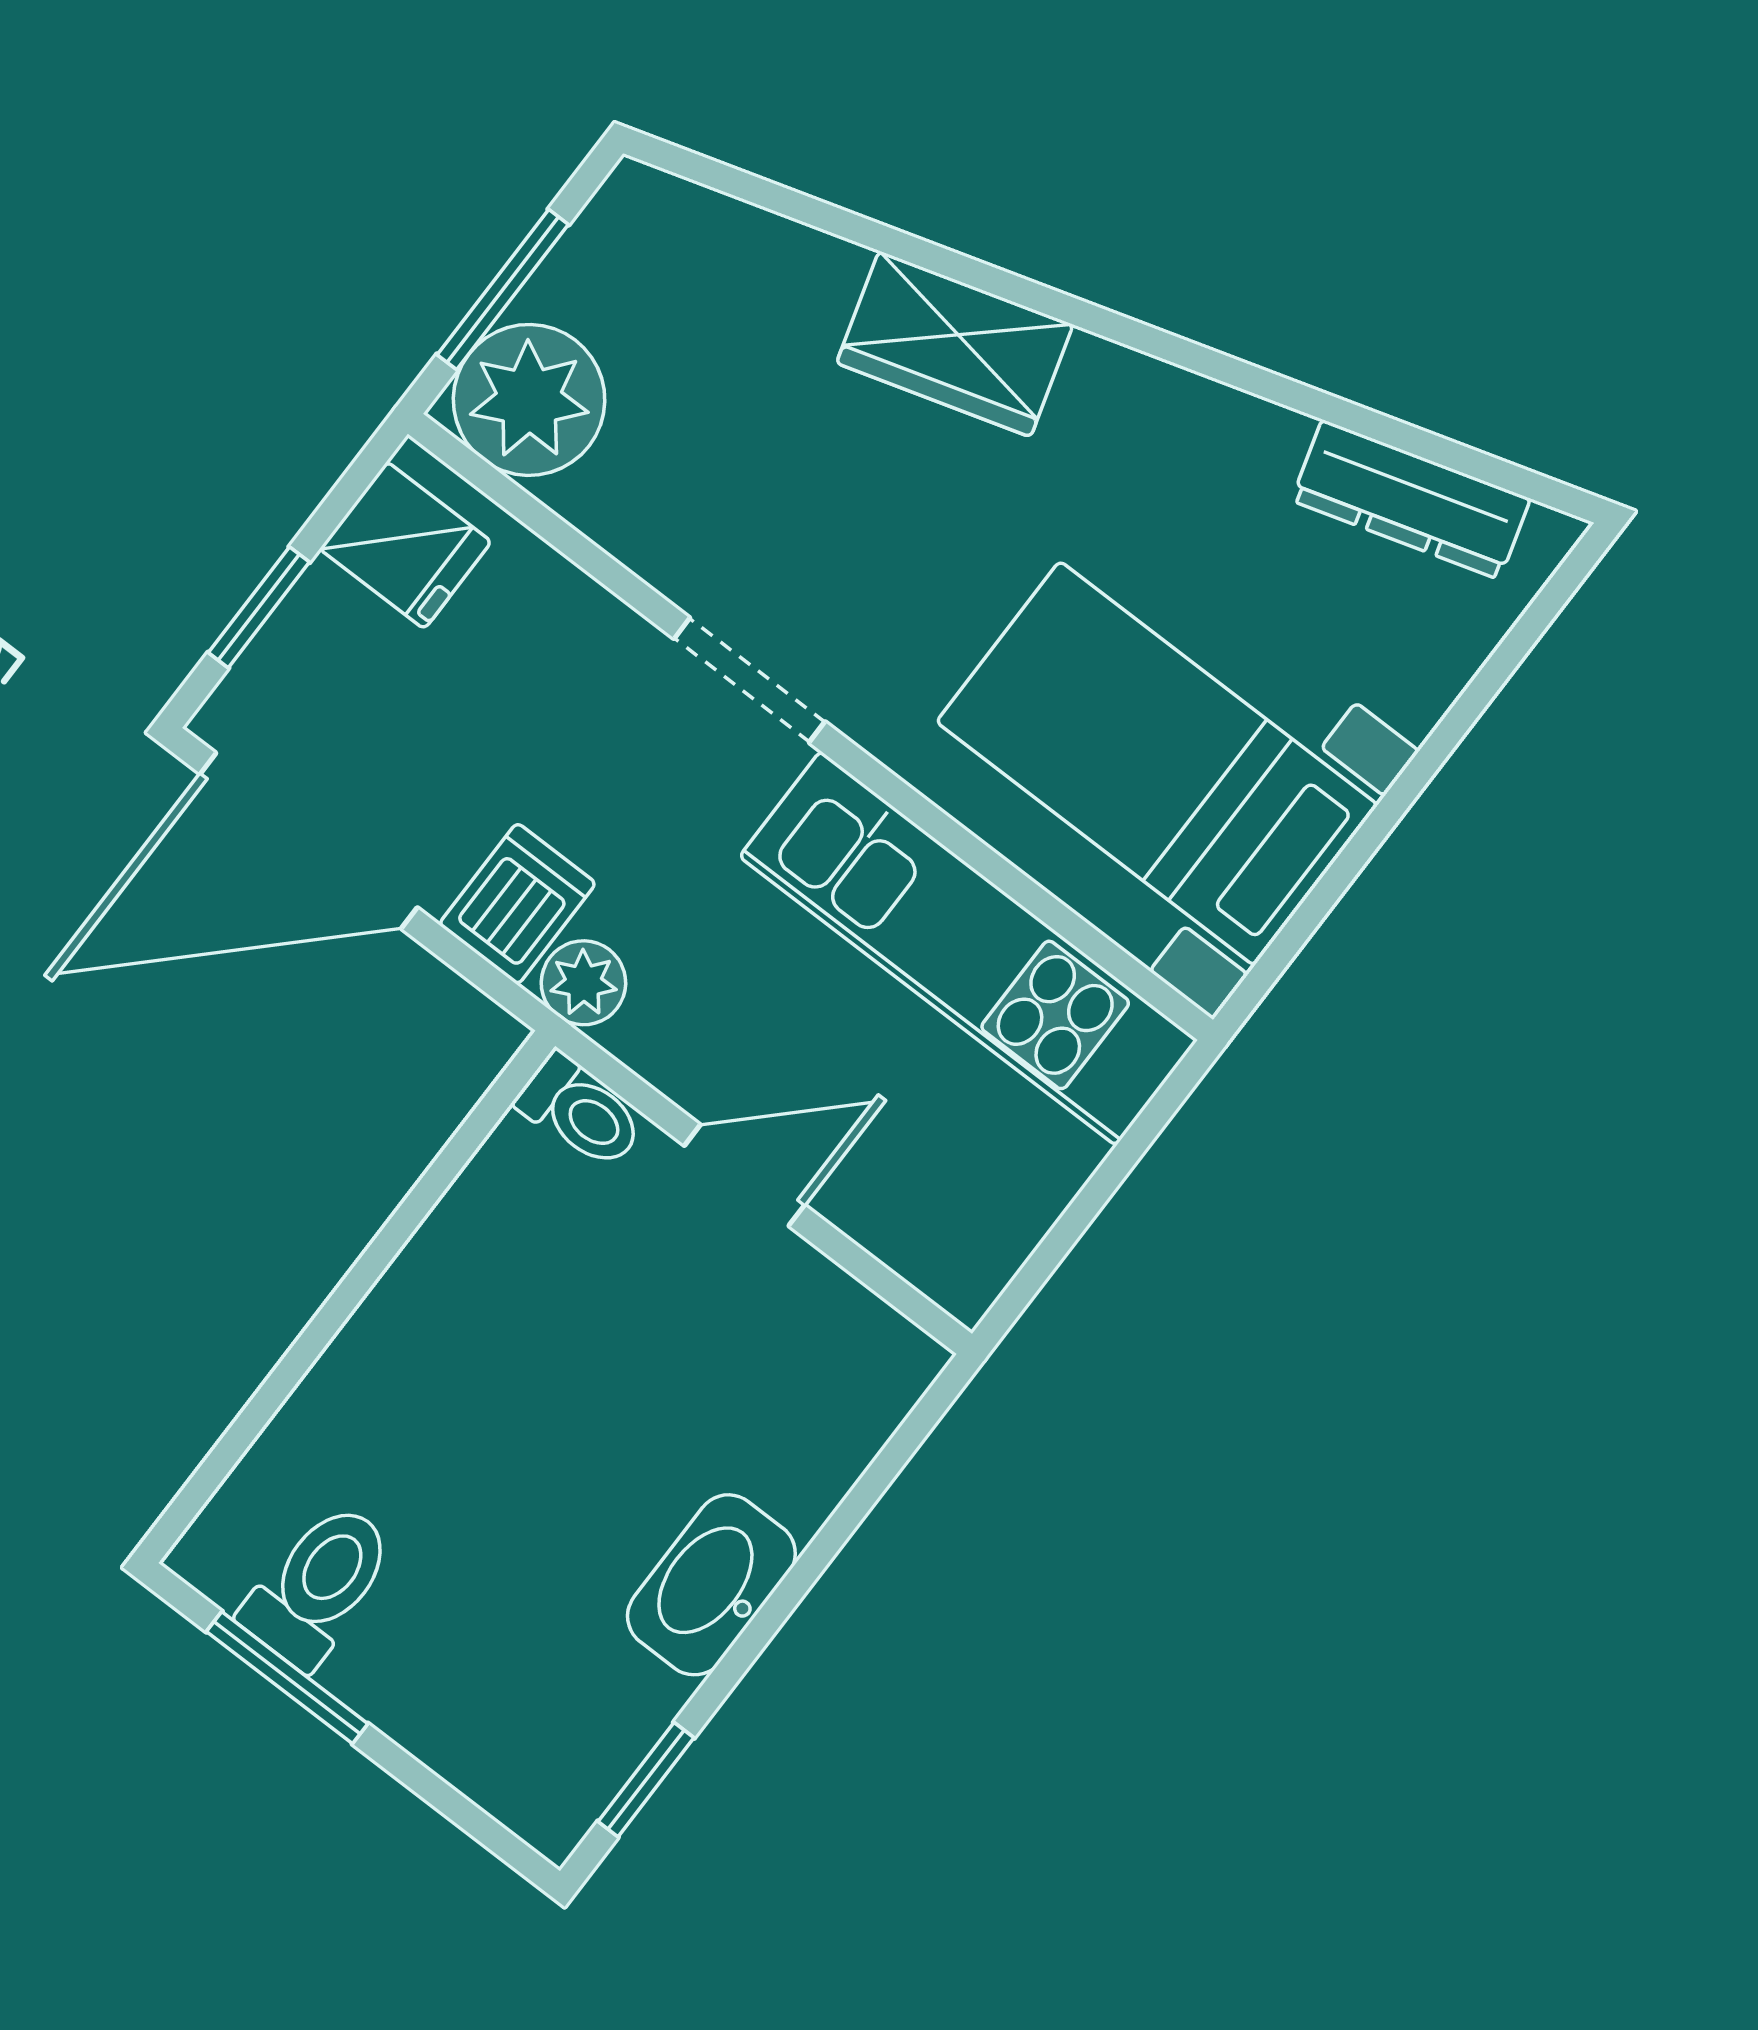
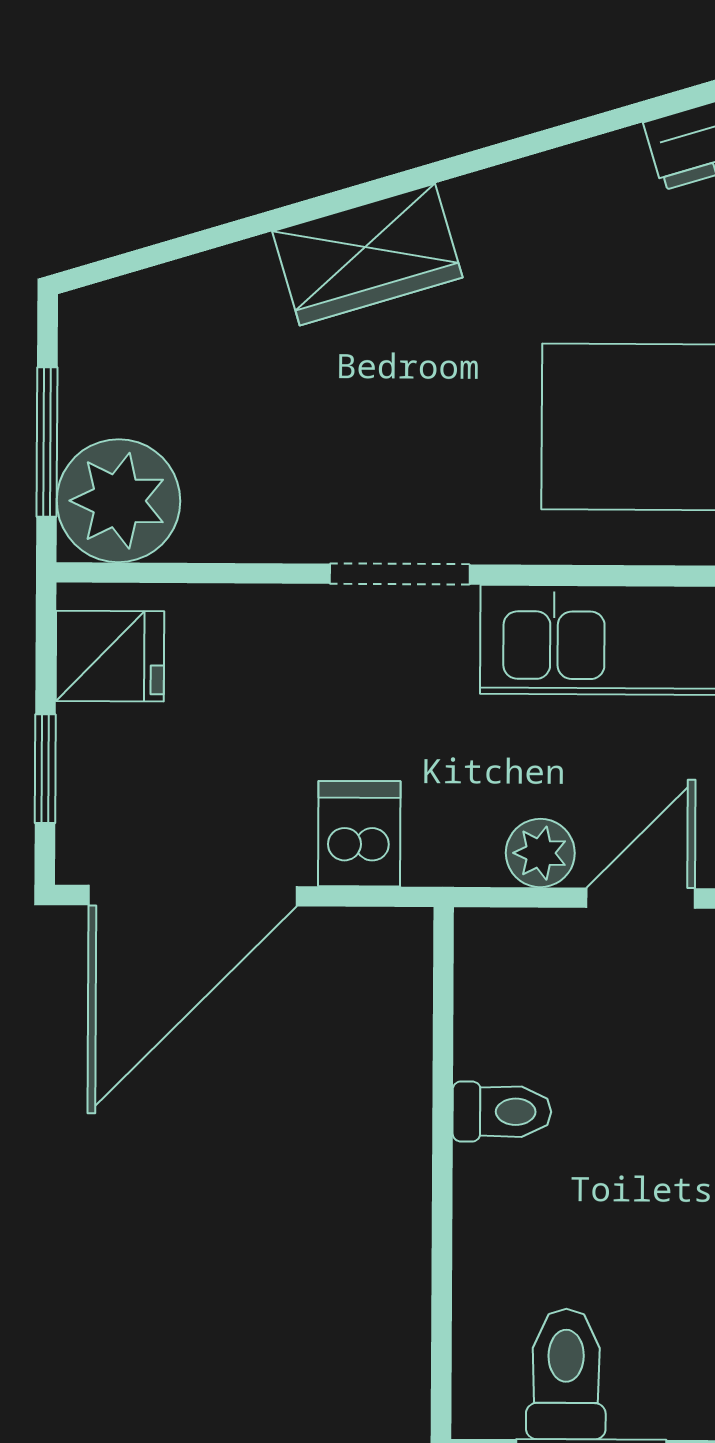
plant: (583, 983) -> (540, 853), moved
toilet: (581, 1112) -> (502, 1112), moved

